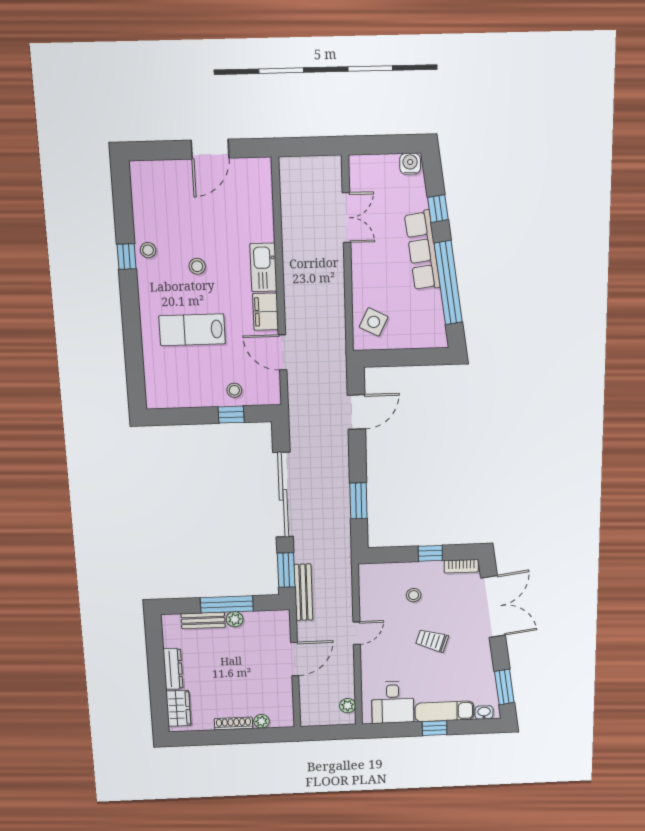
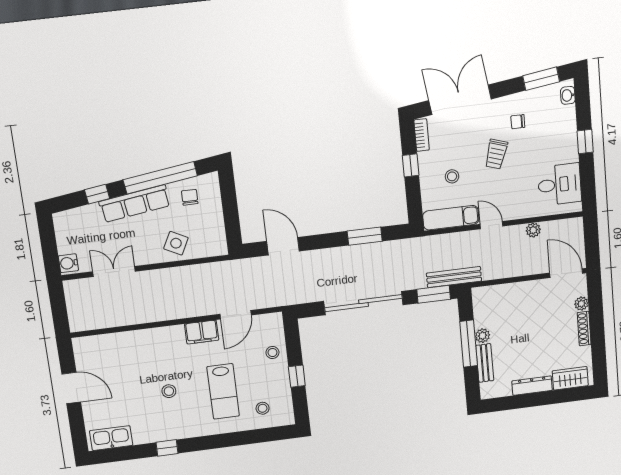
water cooler: (410, 164) -> (68, 263), moved
stool: (148, 250) -> (263, 408), moved
kitchen sink: (263, 267) -> (111, 438), moved, turned 180
chair: (423, 314) -> (190, 197), added
side table: (374, 322) -> (176, 243), moved
window: (231, 415) -> (297, 376), moved
door: (295, 659) -> (566, 273), moved
chair: (463, 663) -> (518, 122), added
plant: (348, 706) -> (533, 230), moved
exam couch: (444, 711) -> (451, 218), moved, turned 90

